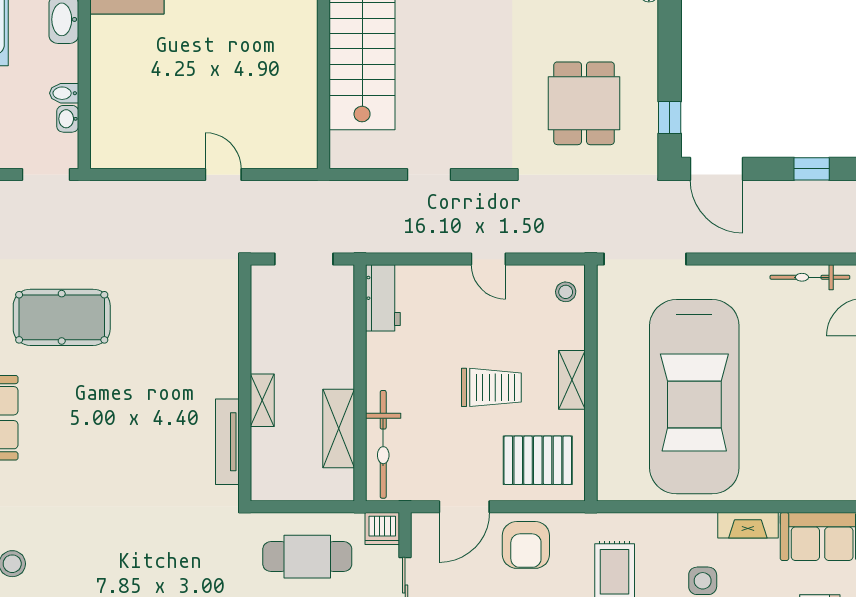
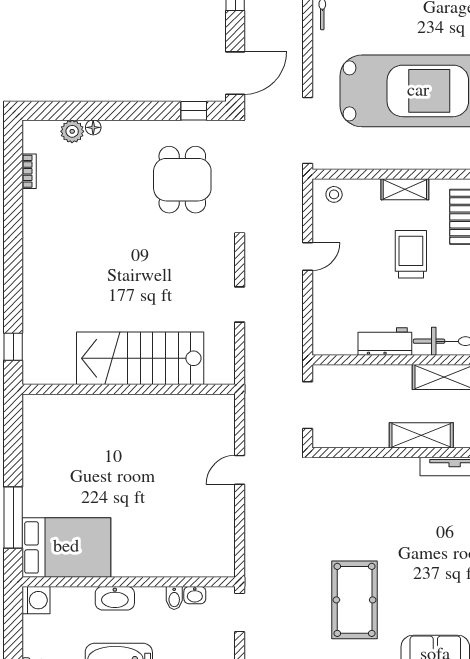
dining table: (584, 103) -> (182, 180), turned 90
workbench: (383, 298) -> (385, 341), moved
shelving: (262, 400) -> (421, 435), width x1.50, depth x1.33

